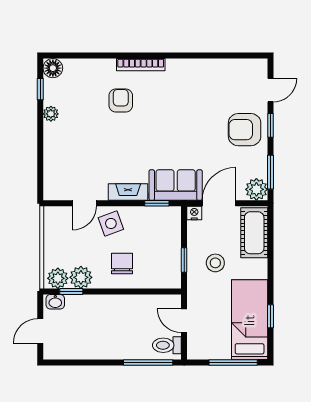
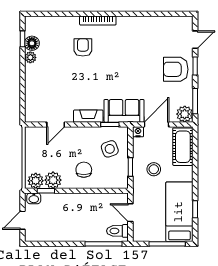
floor lamp: (53, 68) -> (32, 43), moved
side table: (111, 223) -> (110, 149), moved

